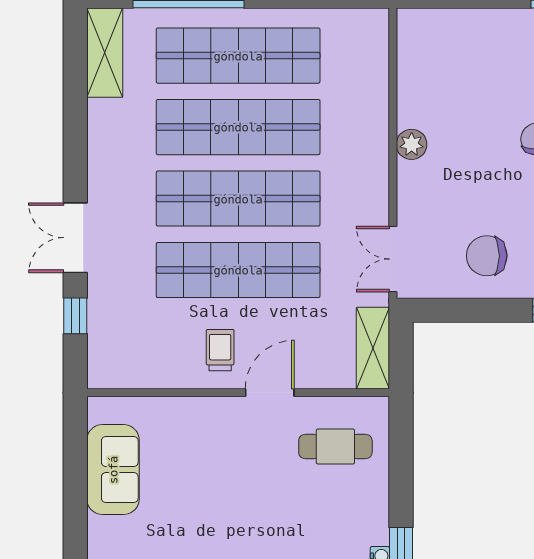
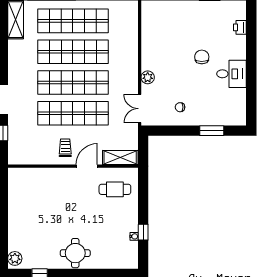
plant: (412, 144) -> (148, 77), moved
chair: (487, 256) -> (180, 107), width x0.54, depth x0.54
shelving: (373, 348) -> (120, 158), moved, turned 90
sofa: (113, 470) -> (19, 199), removed

